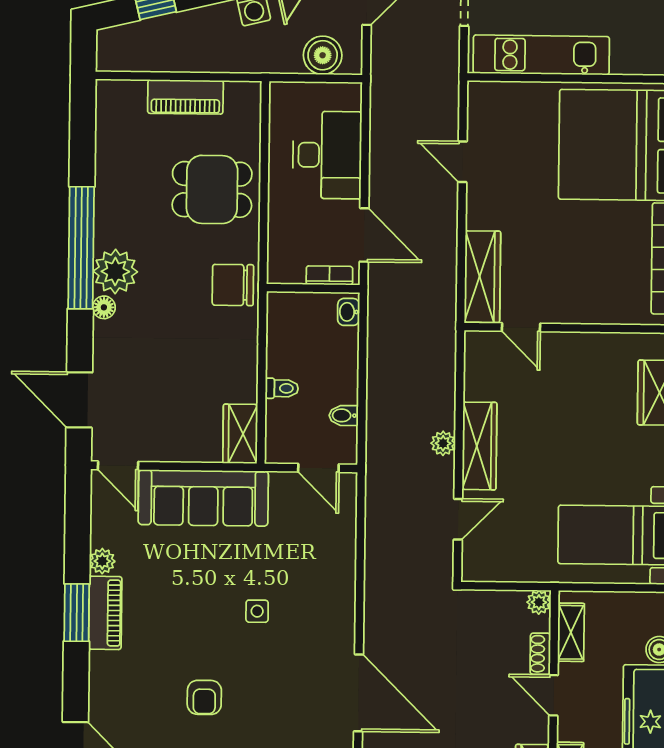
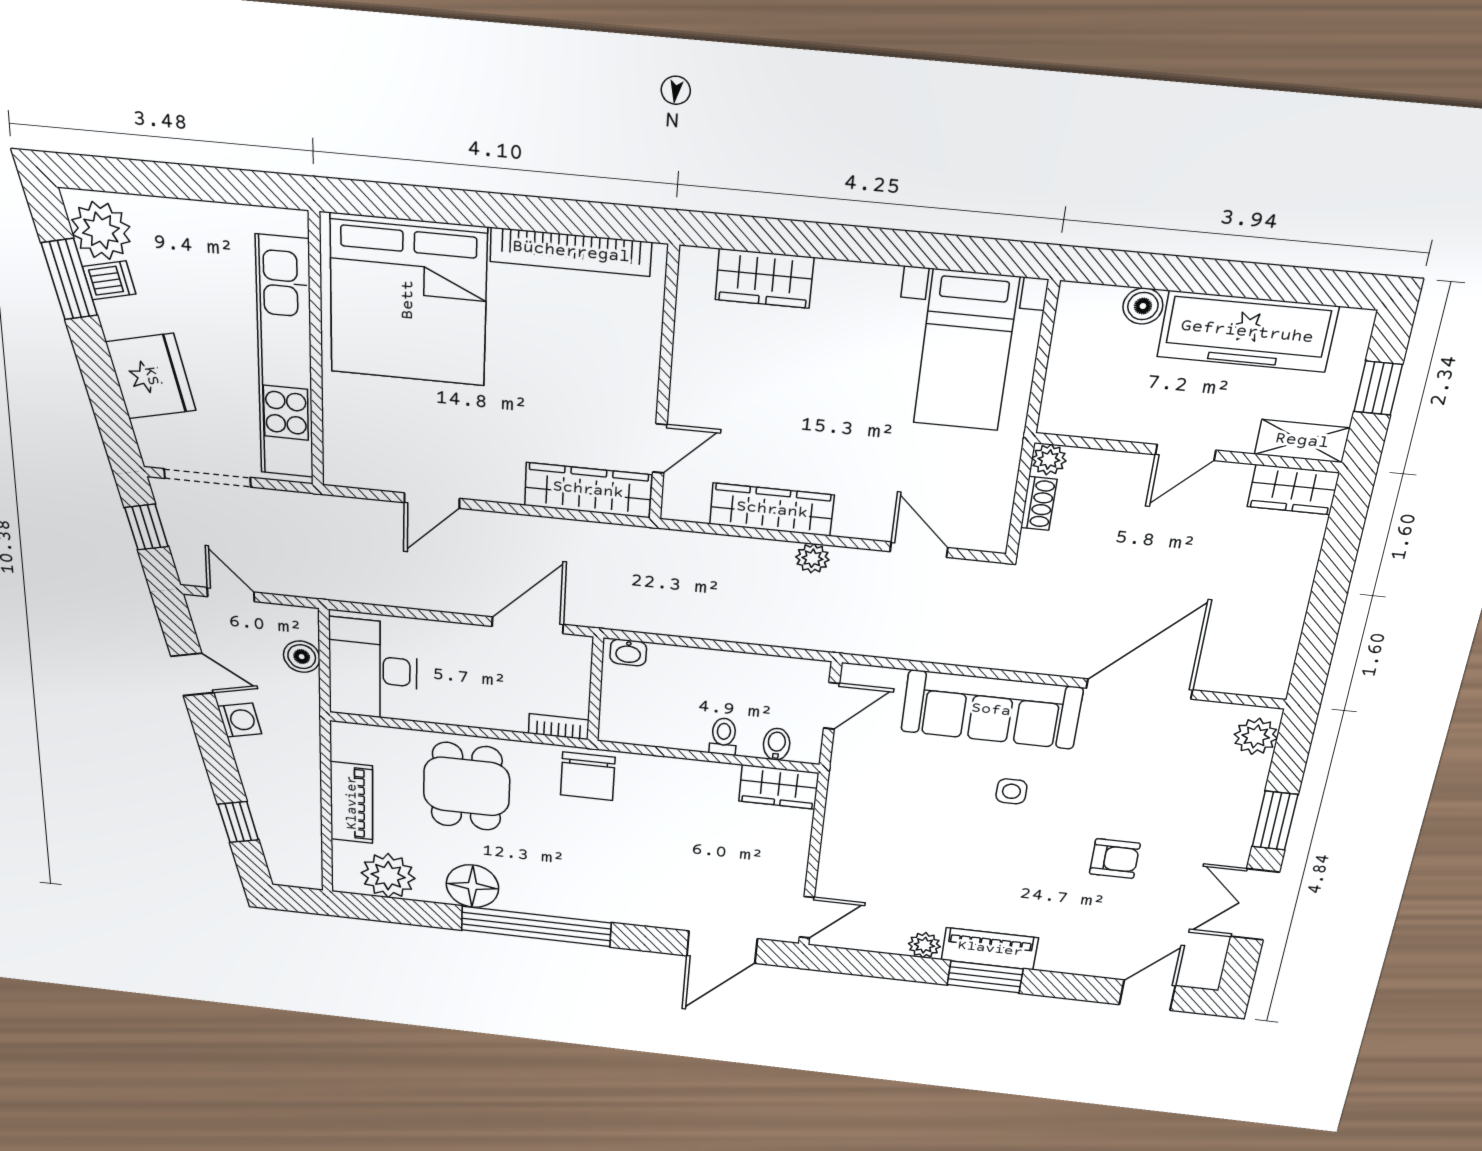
boiler: (323, 55) -> (302, 657), width x0.73, depth x0.73
kitchen unit: (541, 55) -> (285, 359), width x1.36
desk: (327, 155) -> (373, 669), moved, turned -90
plant: (115, 271) -> (388, 876), moved
bookcase: (329, 275) -> (559, 727), moved, turned 90
floor lamp: (104, 307) -> (472, 886), moved, width x1.89, depth x1.89
bidet: (344, 415) -> (777, 744), moved, turned 180
wardrobe: (480, 446) -> (772, 510), moved
sofa: (203, 498) -> (991, 710), moved, turned 90
shelving: (571, 632) -> (1099, 422), removed
shoe rack: (540, 654) -> (1039, 503), moved, turned -90

